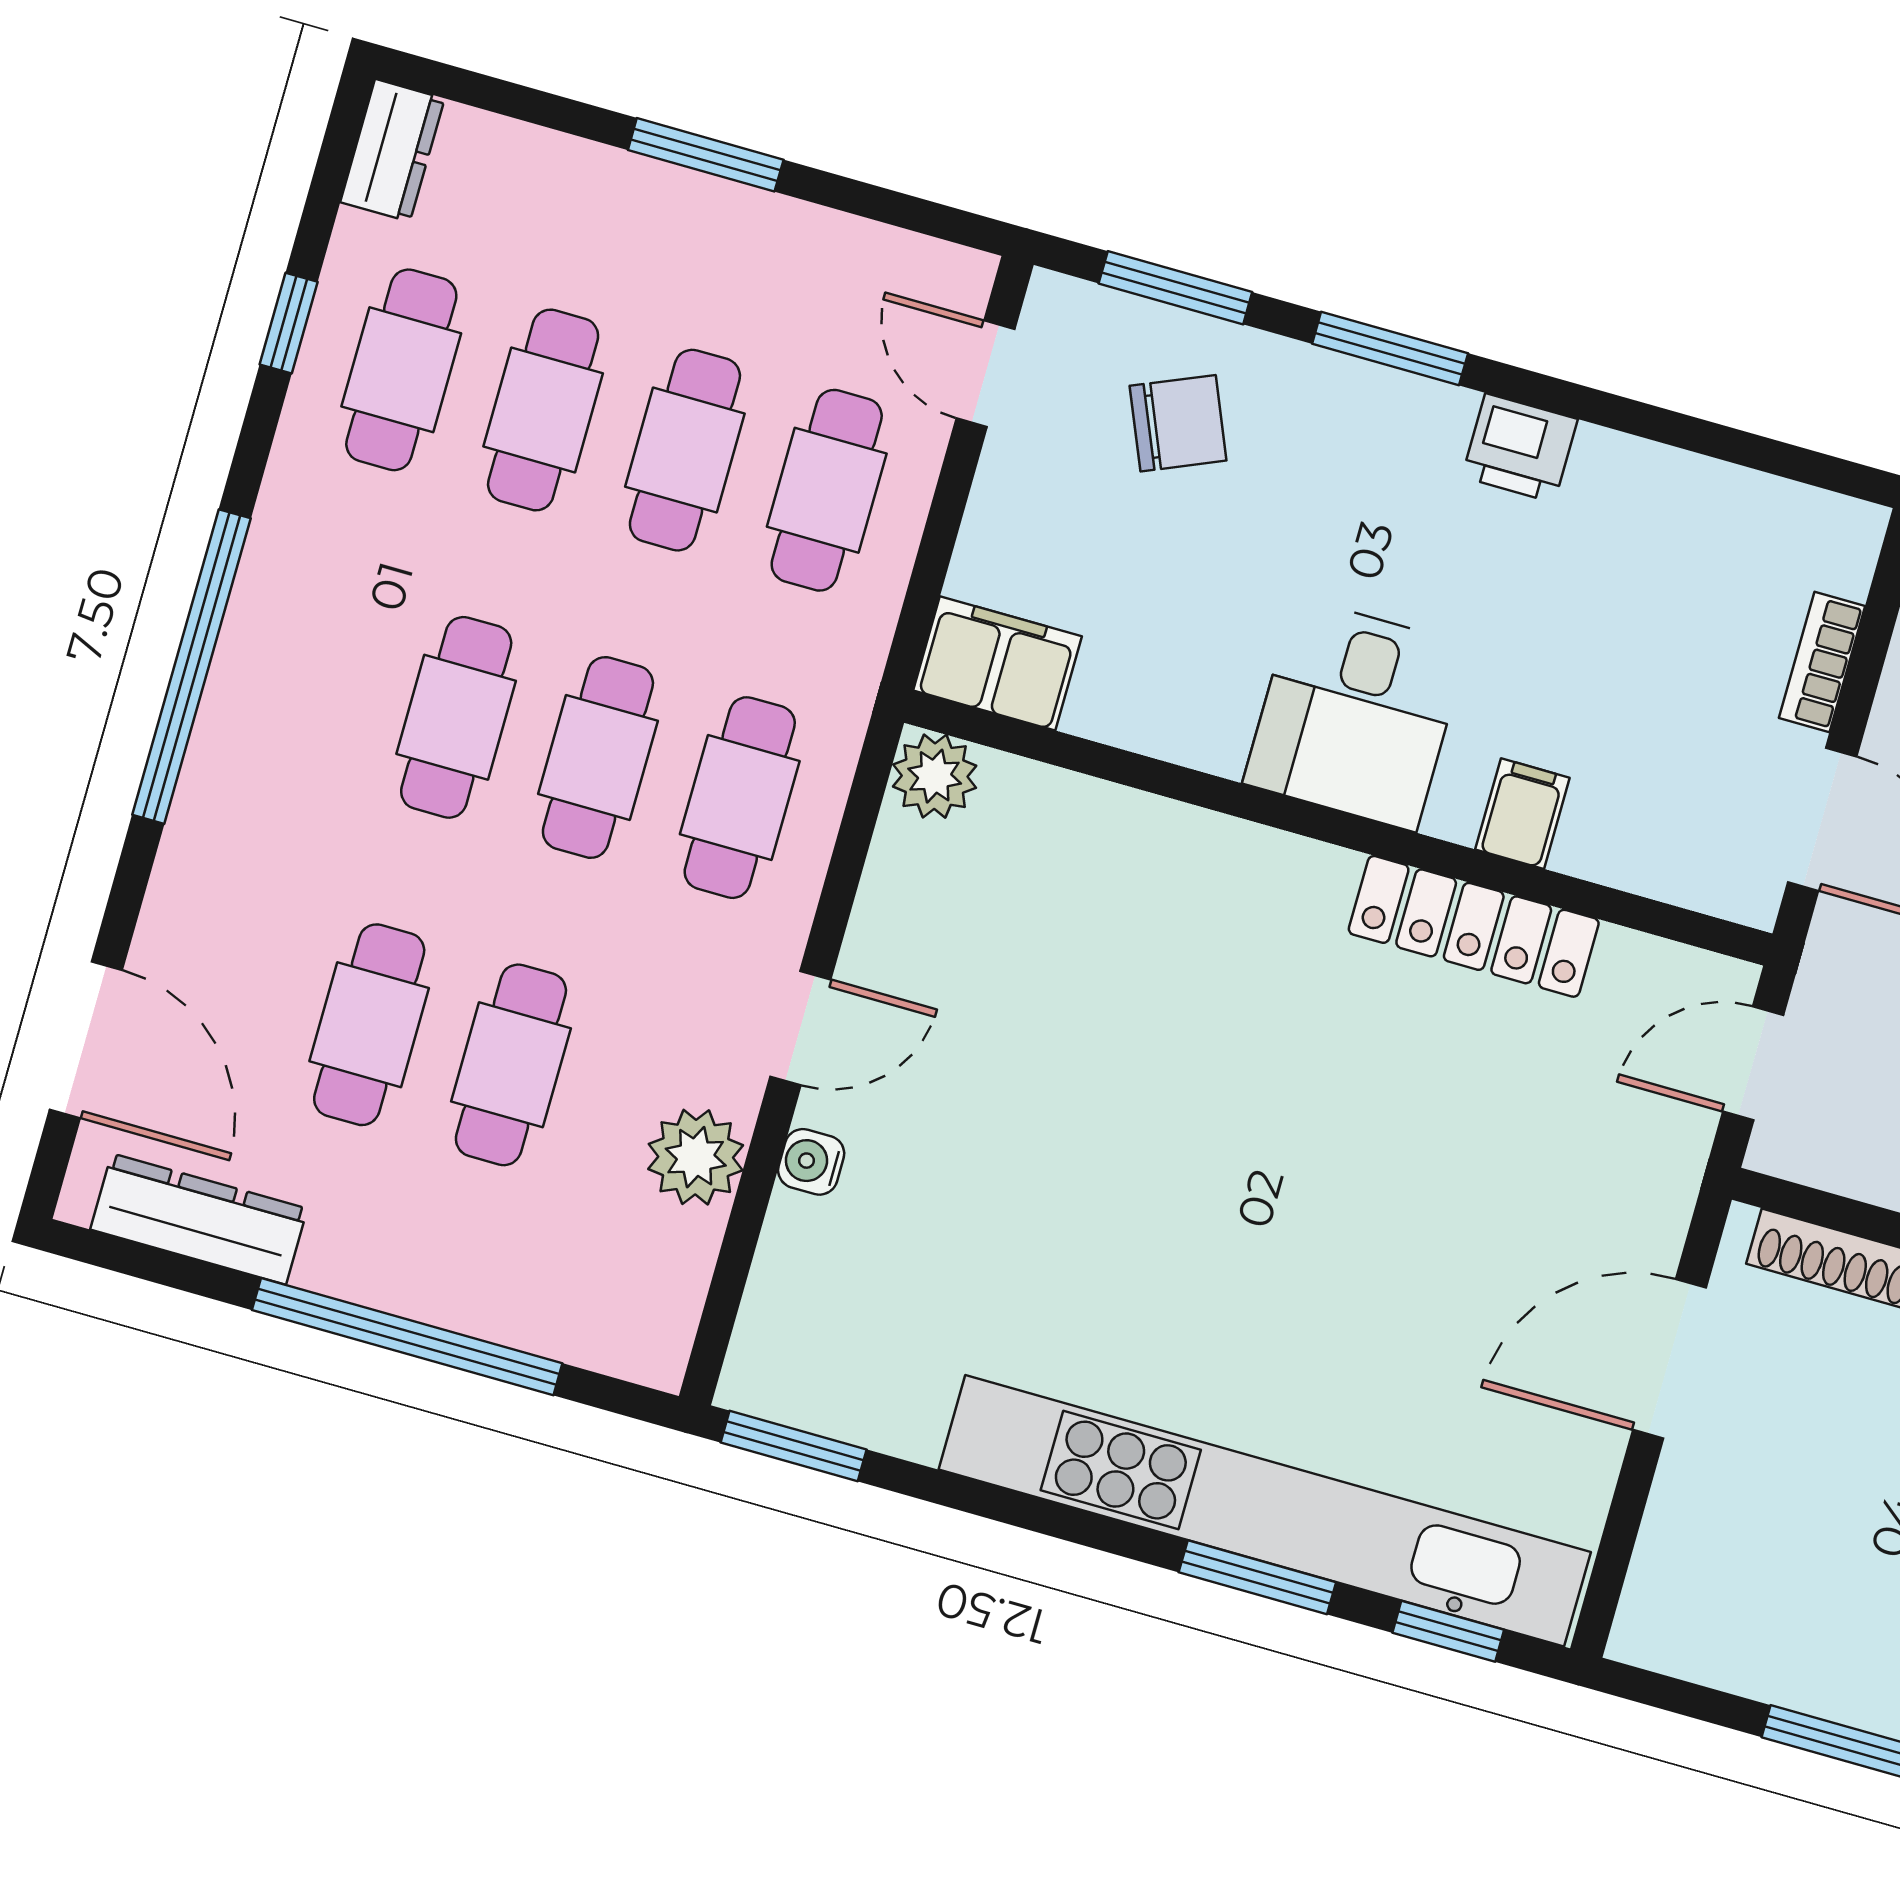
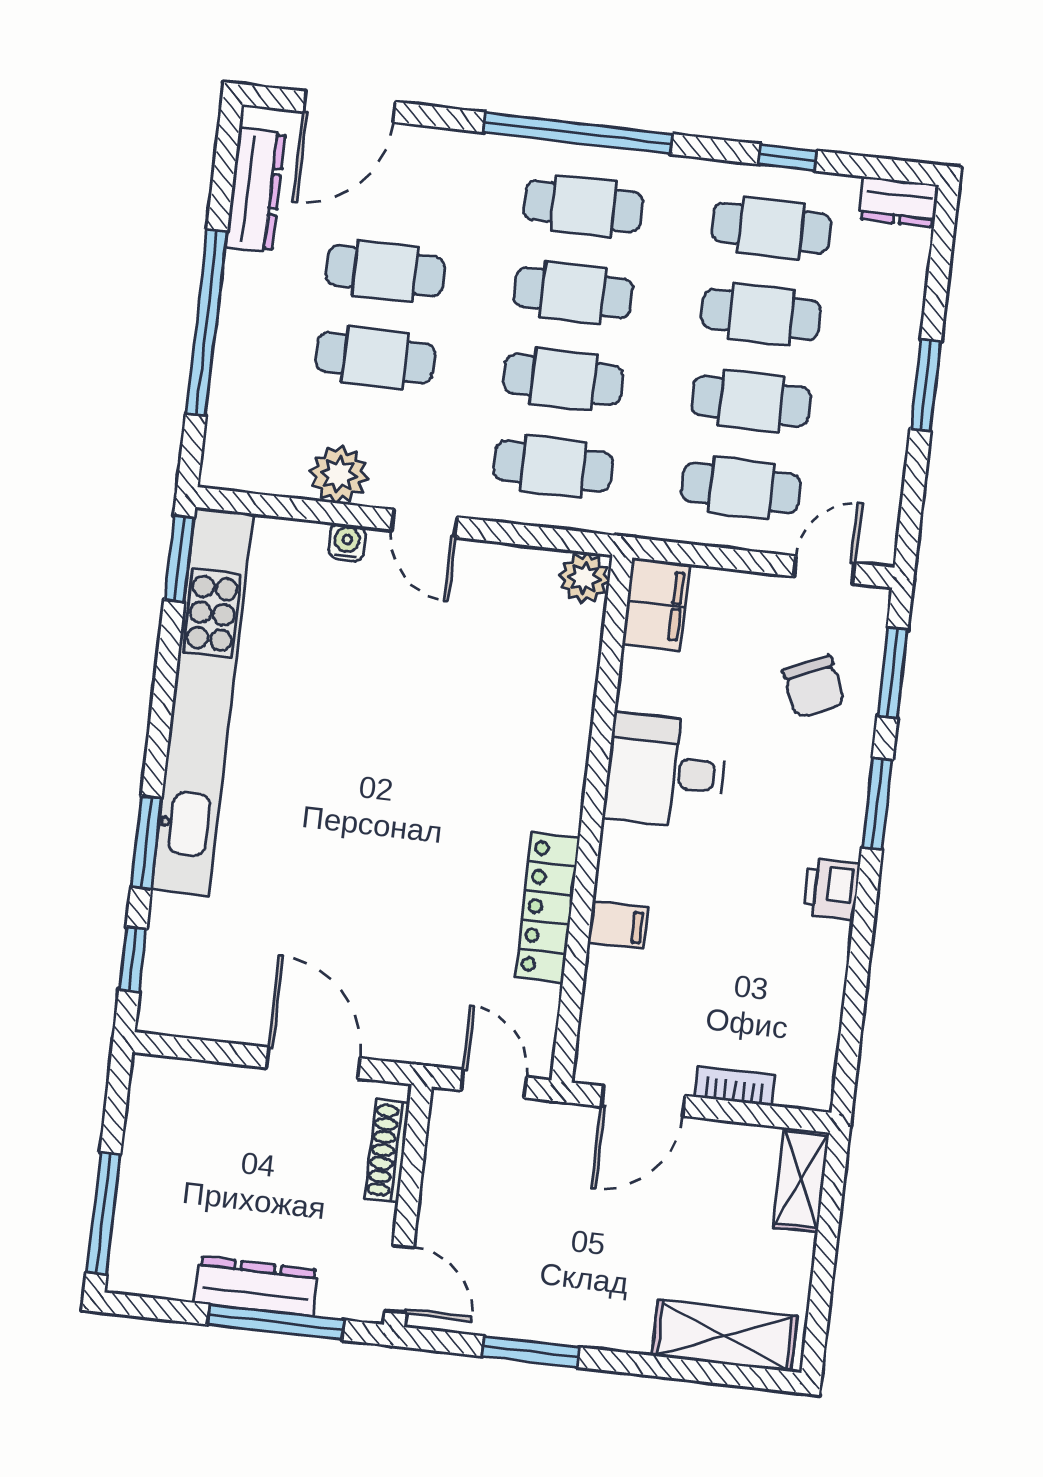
cafe table: (314, 677) -> (583, 206), added
desk: (1356, 714) -> (666, 771), moved
kitchen unit: (1265, 1511) -> (202, 701), moved

